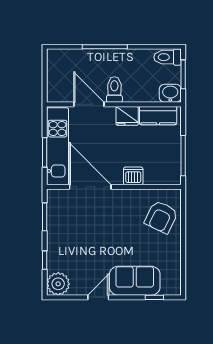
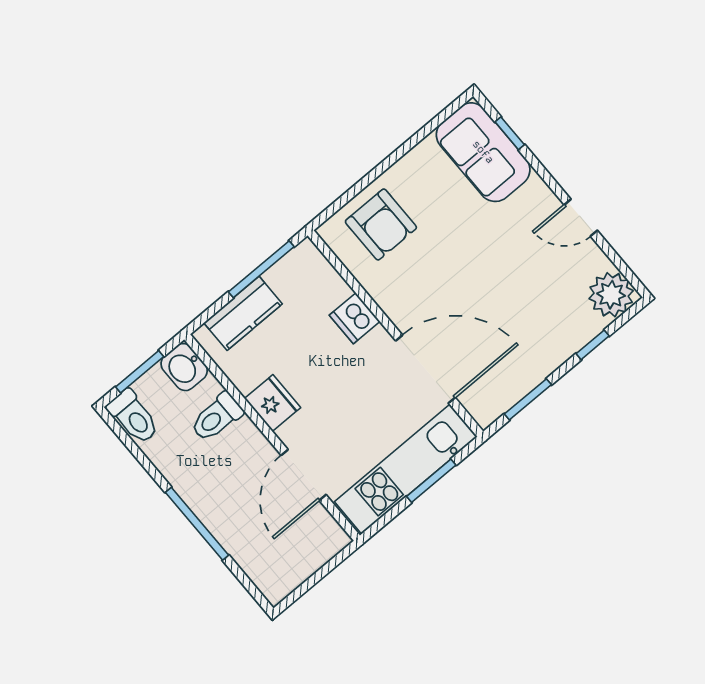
toilet: (114, 89) -> (217, 417), moved
kitchen counter: (158, 116) -> (243, 313), moved, turned 90
door: (90, 187) -> (425, 369), swing flipped
armchair: (161, 217) -> (381, 224), turned 64
sofa: (135, 281) -> (483, 152), moved

